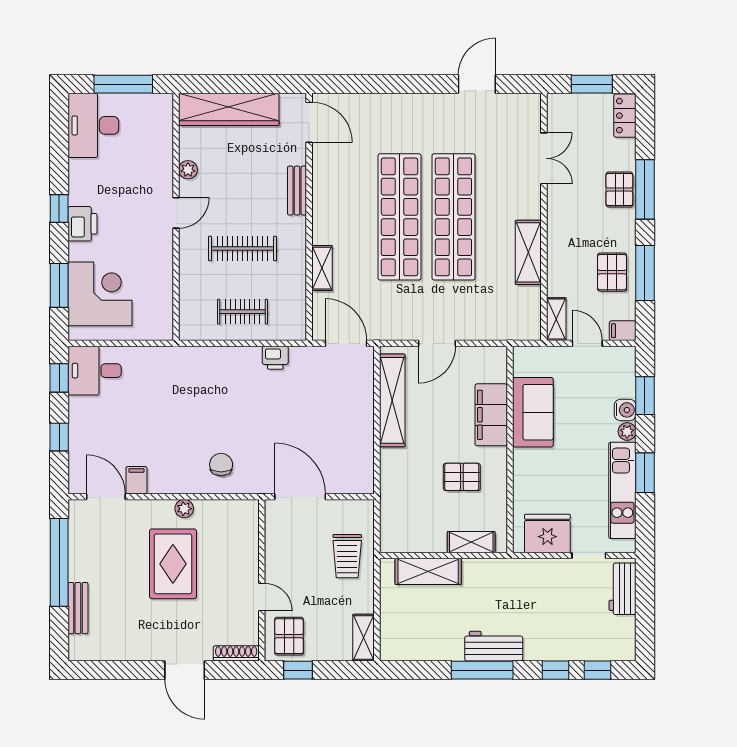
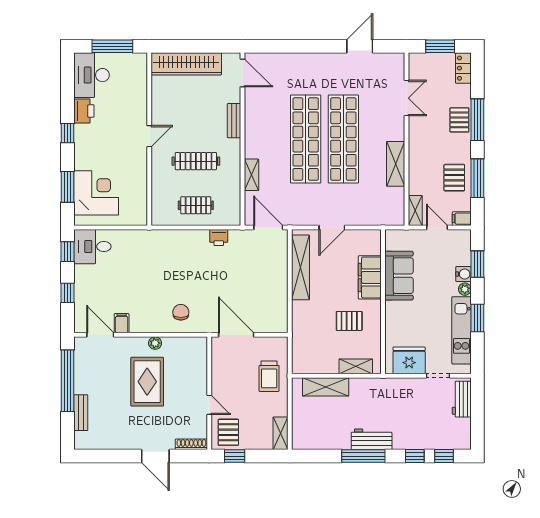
plant: (188, 170) -> (158, 106), removed
printer: (82, 224) -> (84, 111), moved

